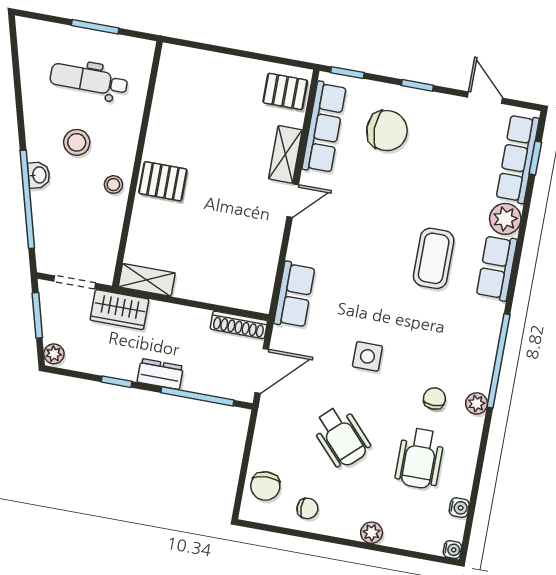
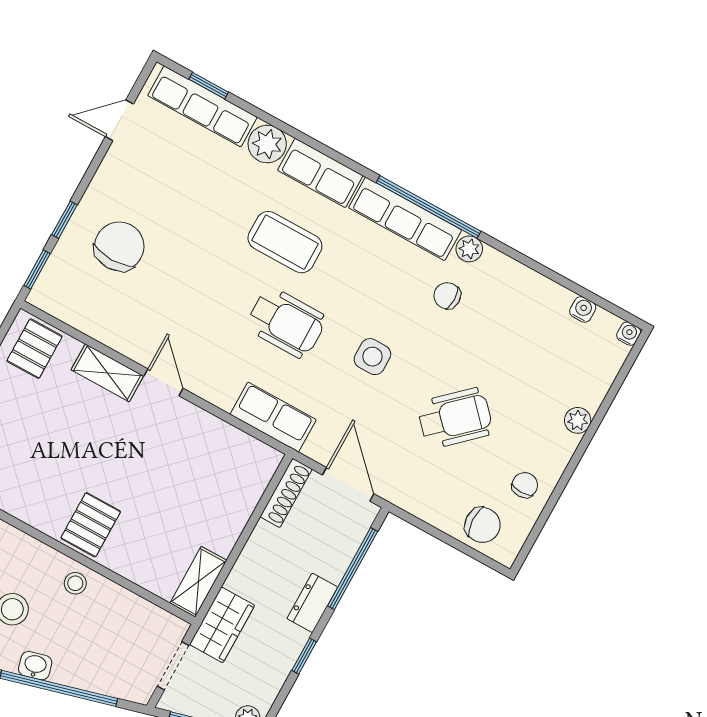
window: (417, 85) -> (64, 220), moved
row of seats: (324, 127) -> (405, 219), moved, turned 180
wheelchair: (420, 458) -> (286, 323), moved

